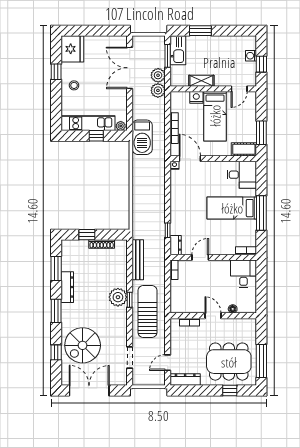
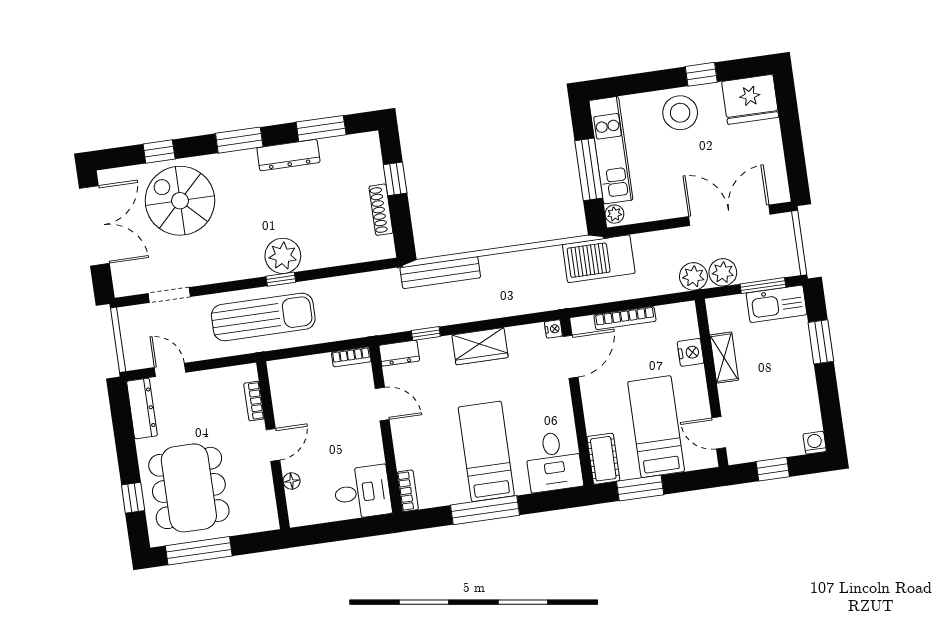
washing machine: (251, 56) -> (815, 443), moved
stool: (74, 85) -> (680, 113), width x1.89, depth x1.89
bed: (215, 116) -> (656, 427), moved, turned 90
window: (96, 136) -> (589, 169), width x2.17
wardrobe: (178, 204) -> (480, 346), added
bench: (138, 260) -> (440, 273), moved

